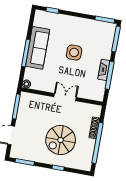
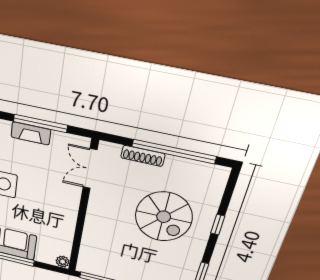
double door: (65, 97) -> (90, 169), moved

